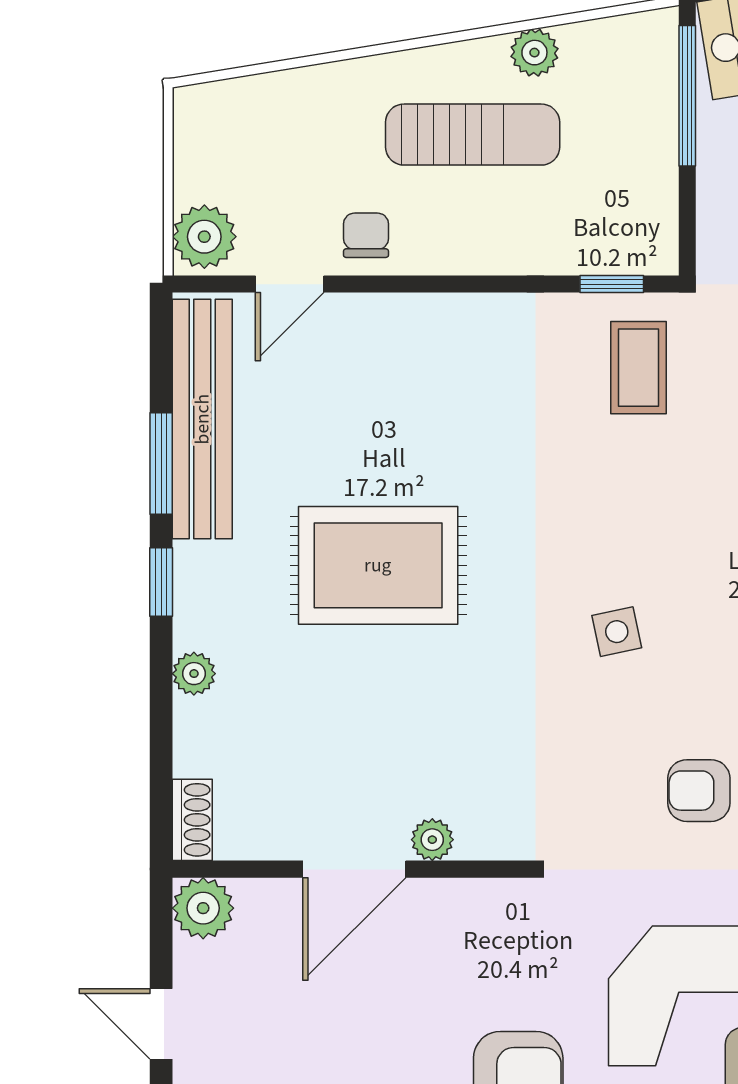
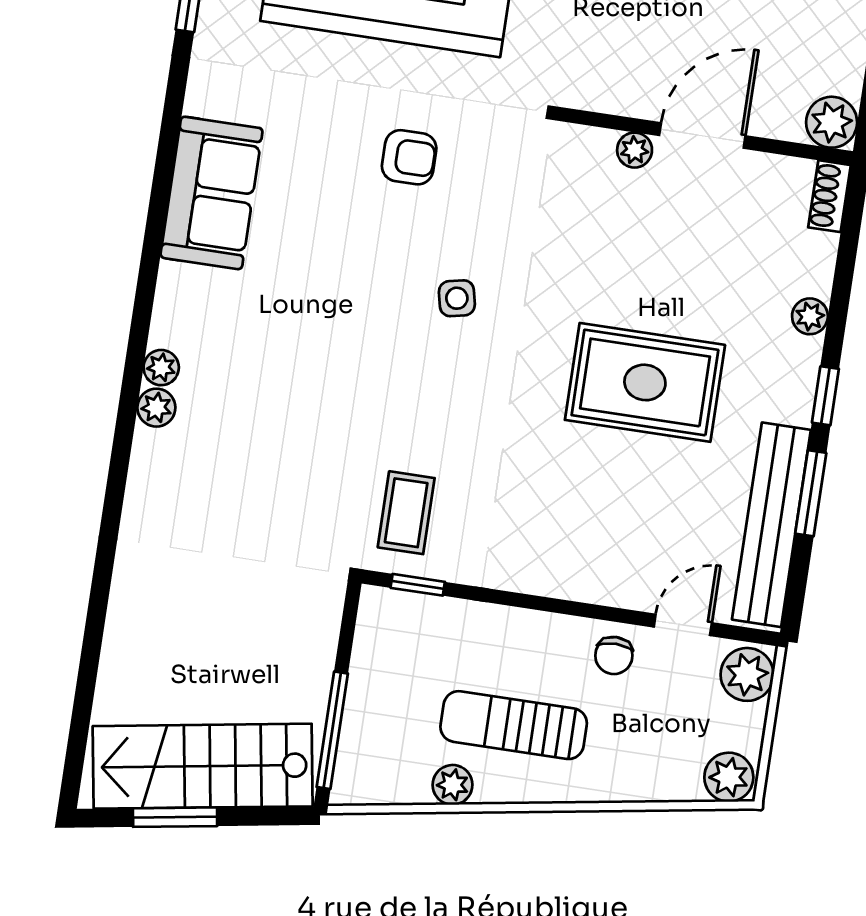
plant: (207, 111) -> (729, 777), added

